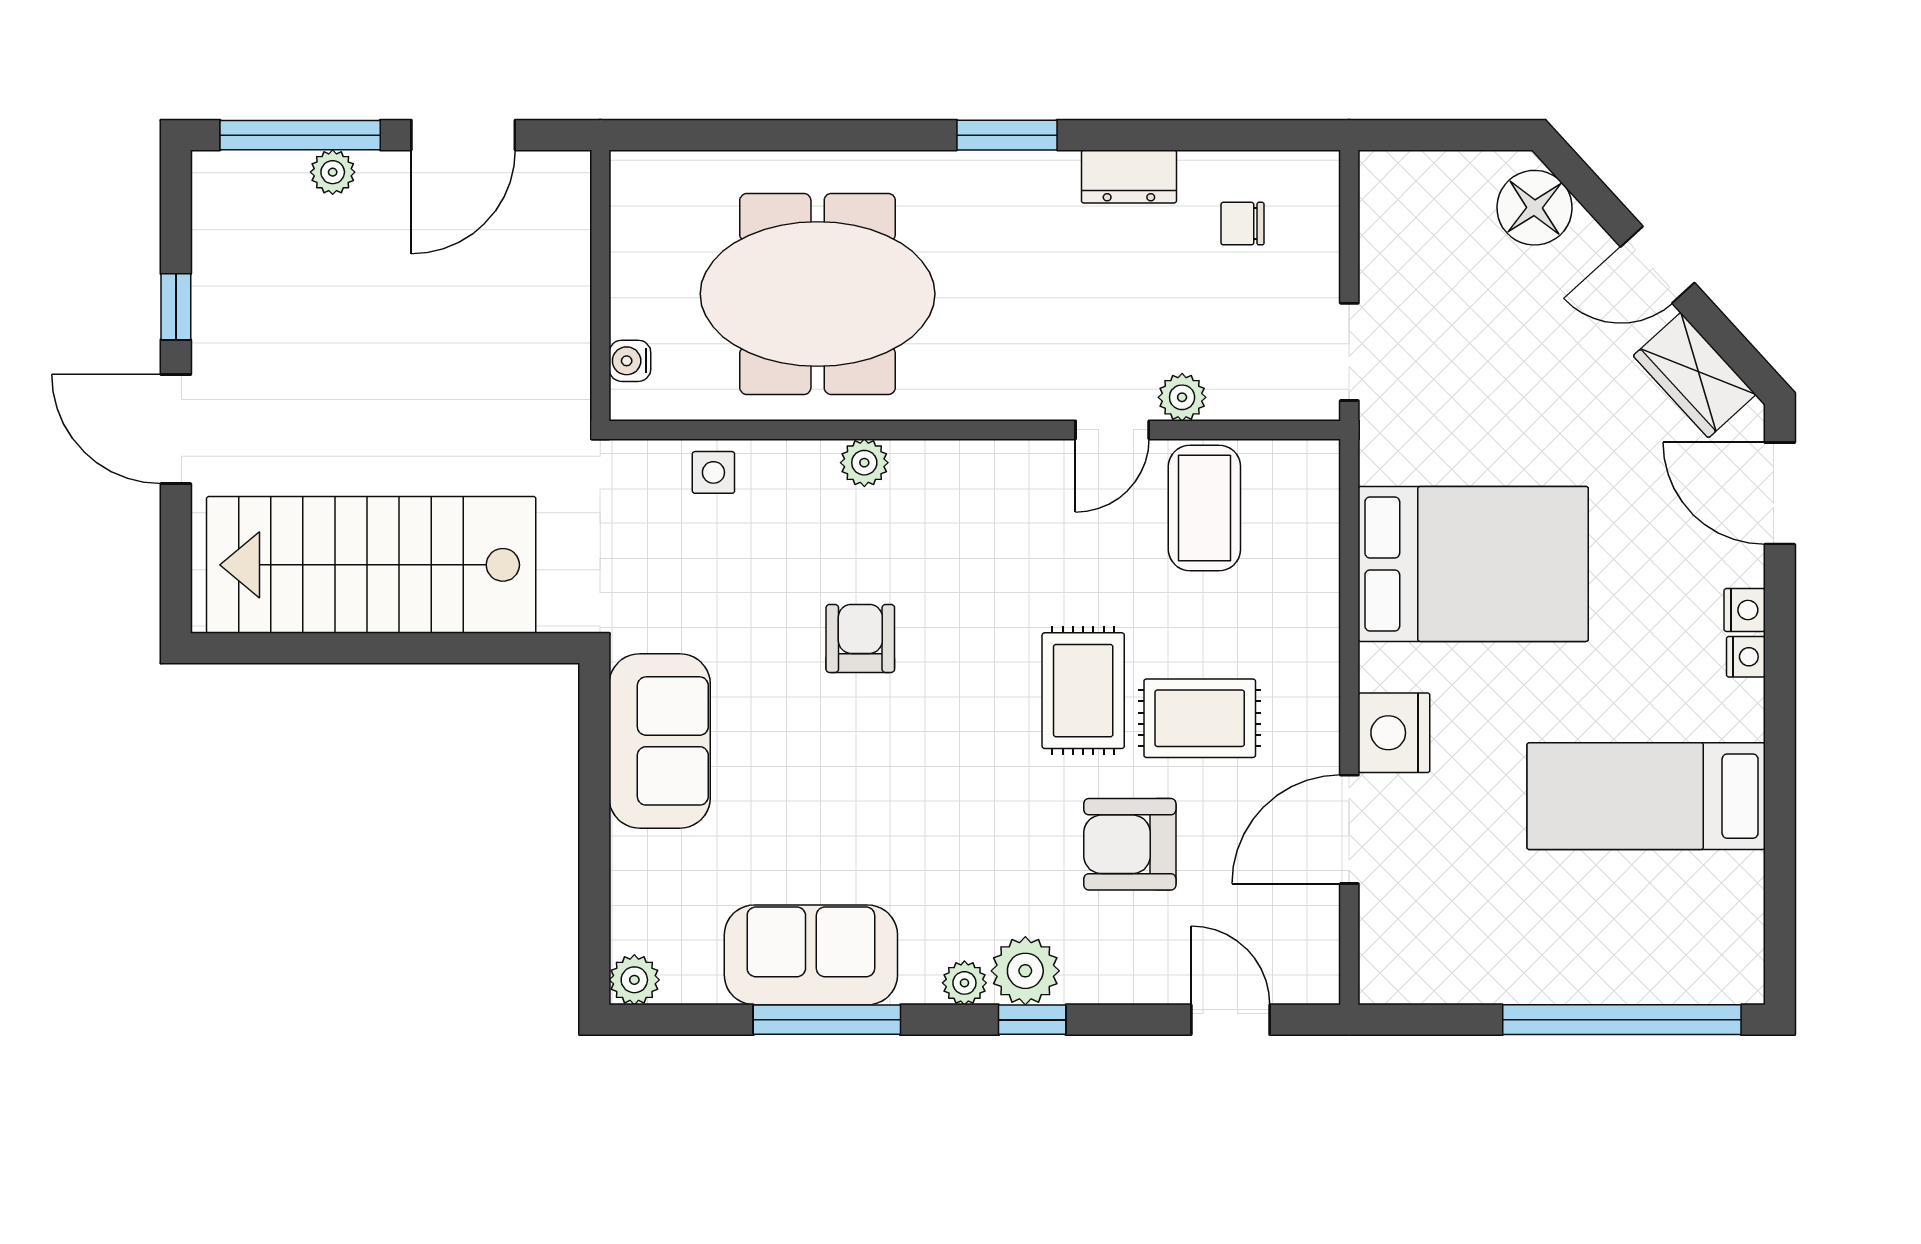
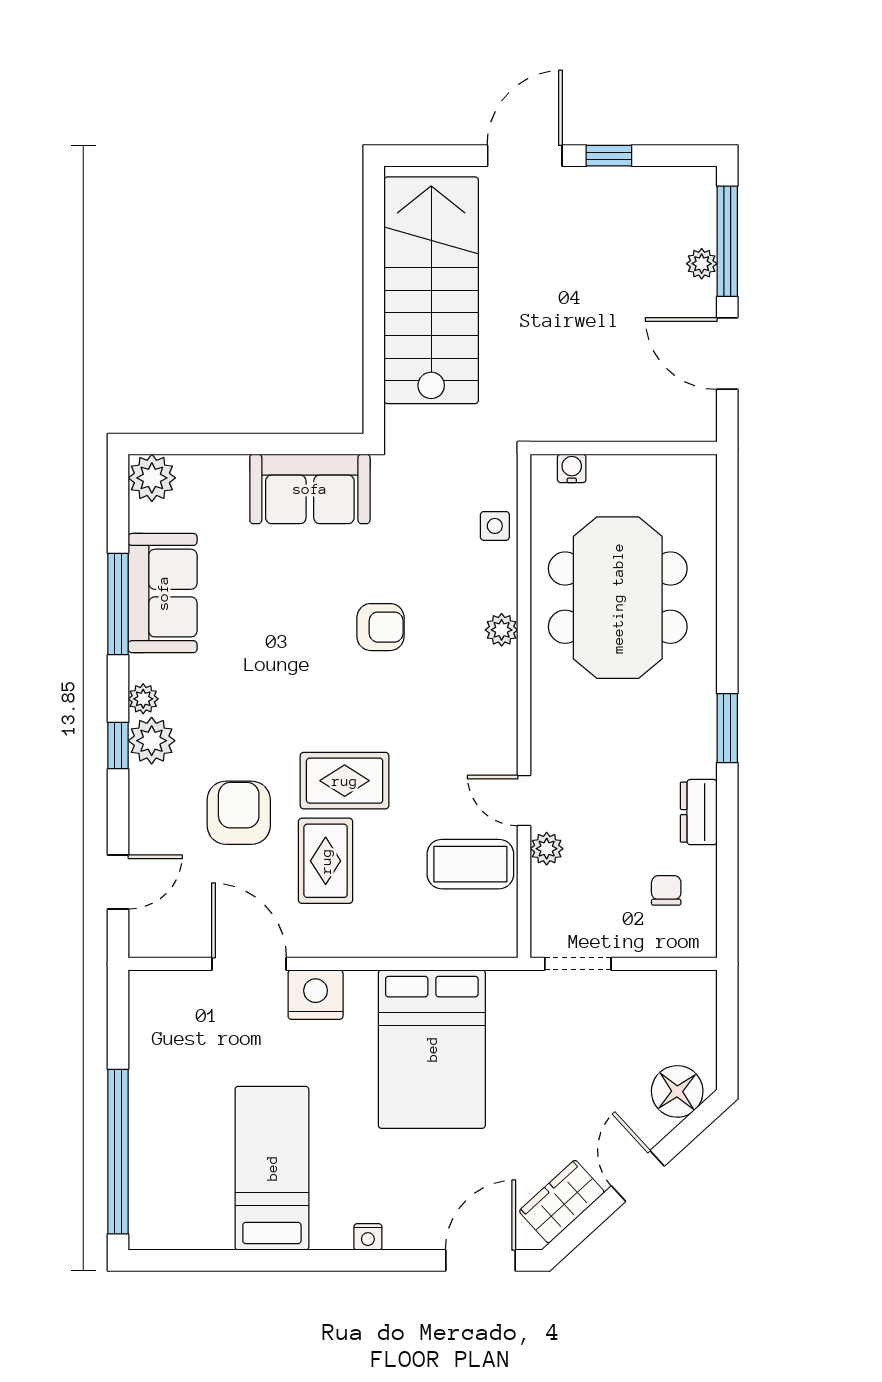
nightstand: (1745, 610) -> (400, 1236), removed
plant: (634, 980) -> (152, 478), width x1.38, depth x1.38

